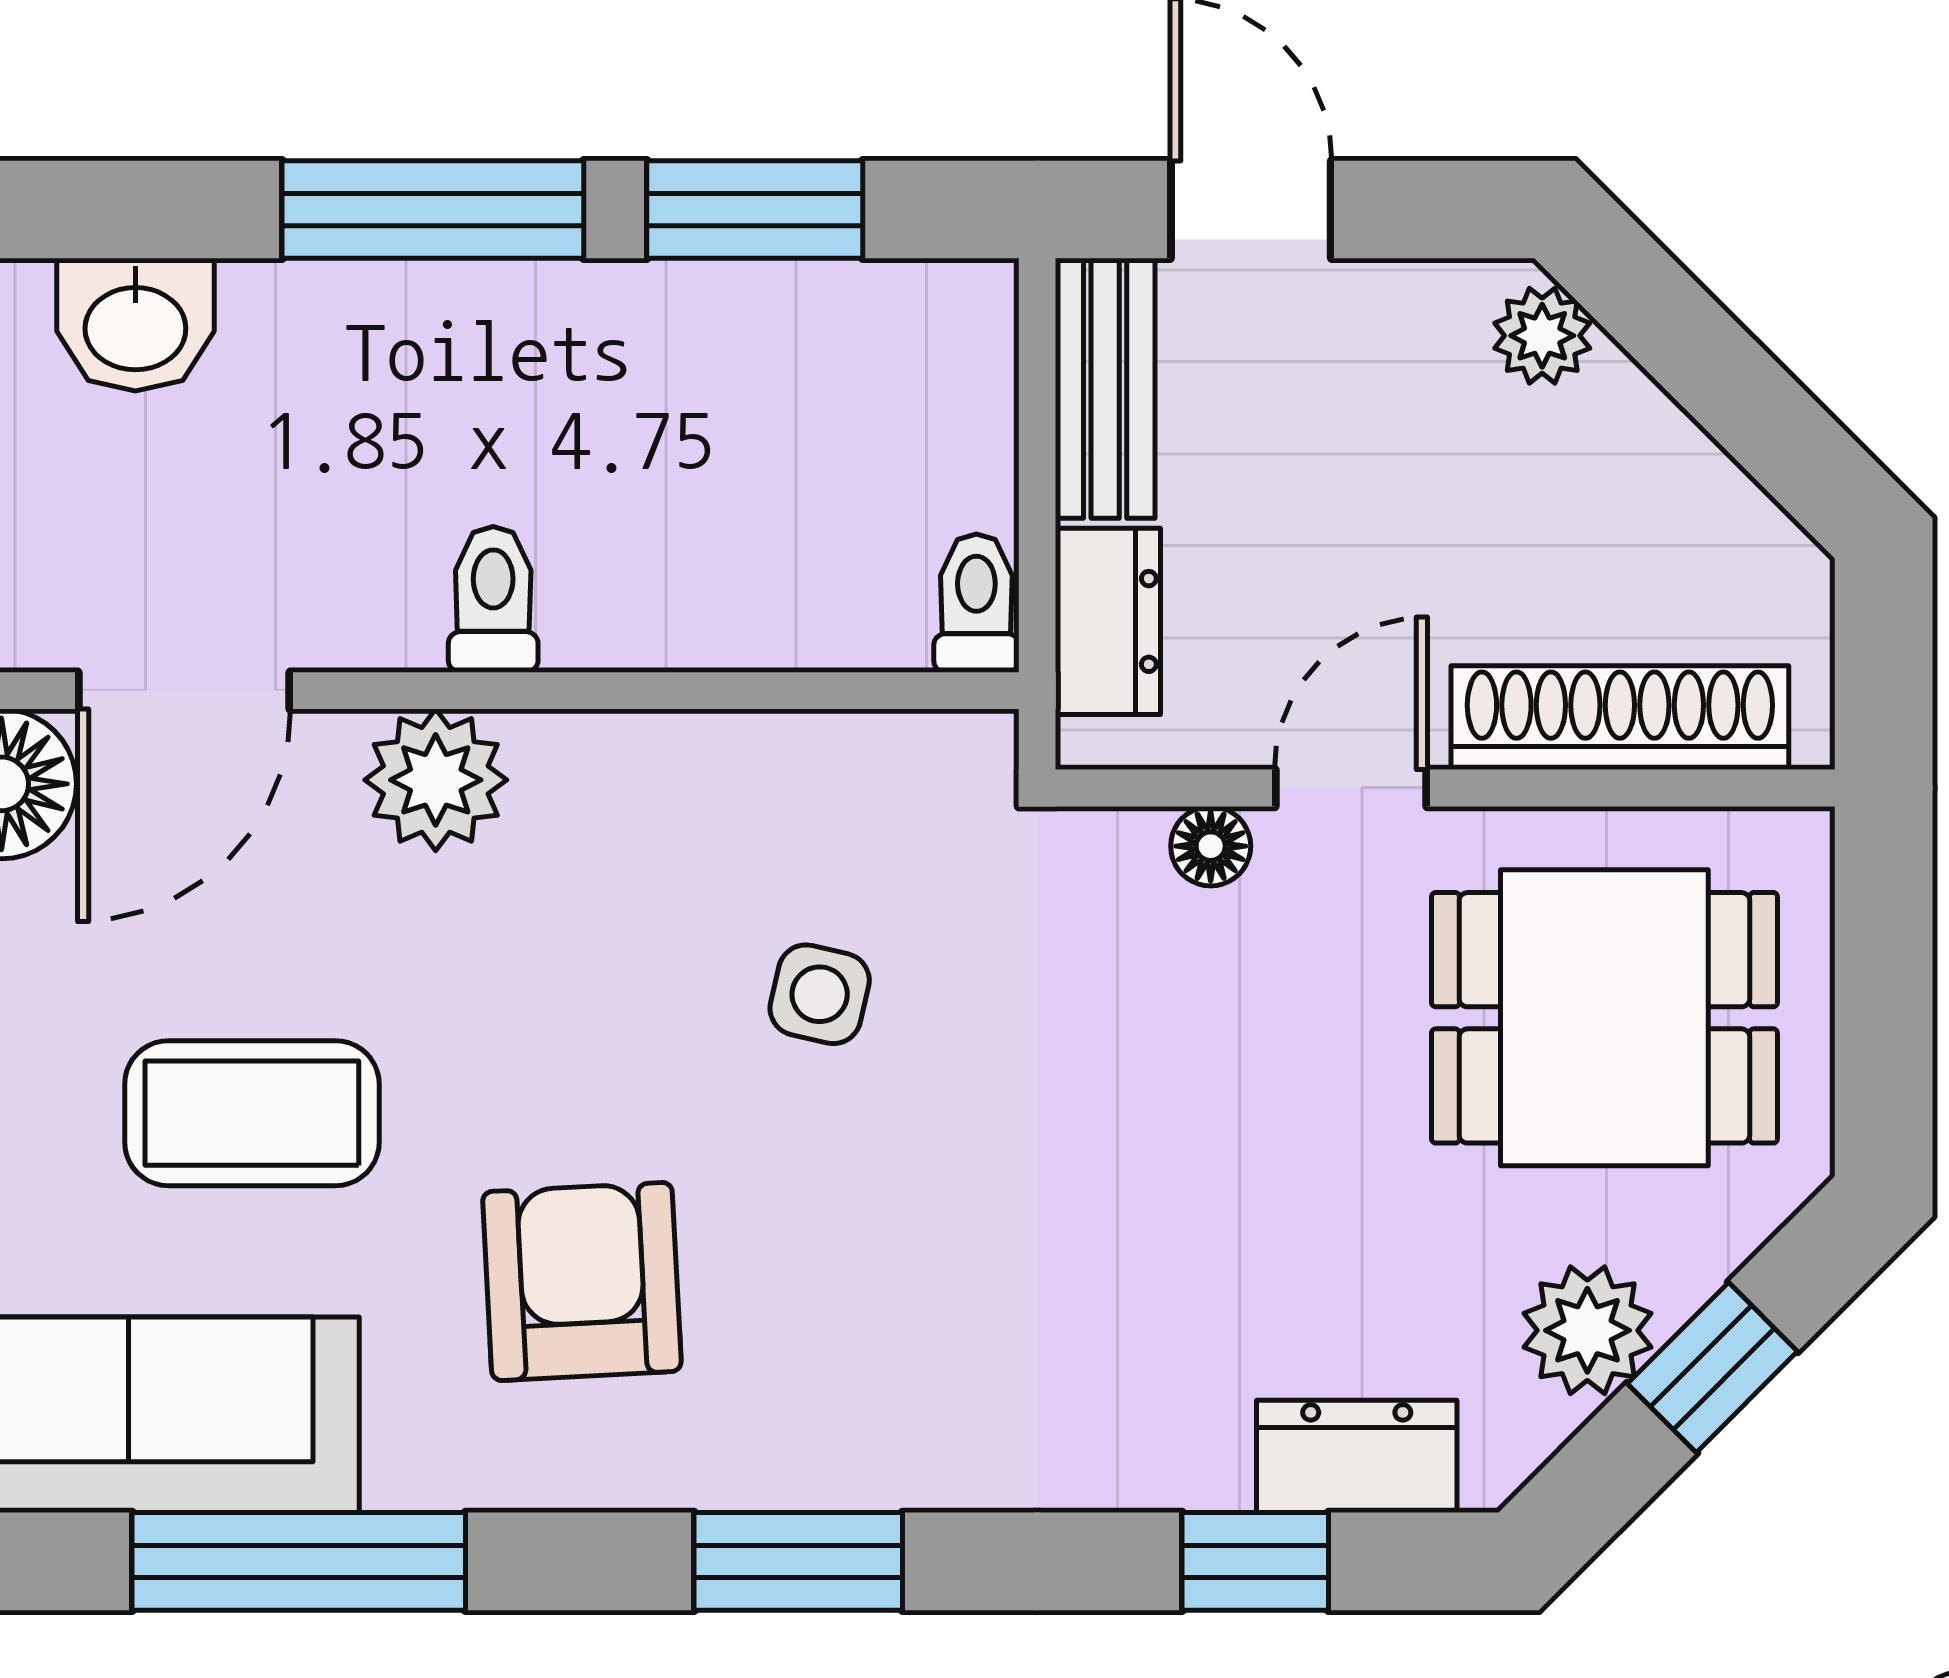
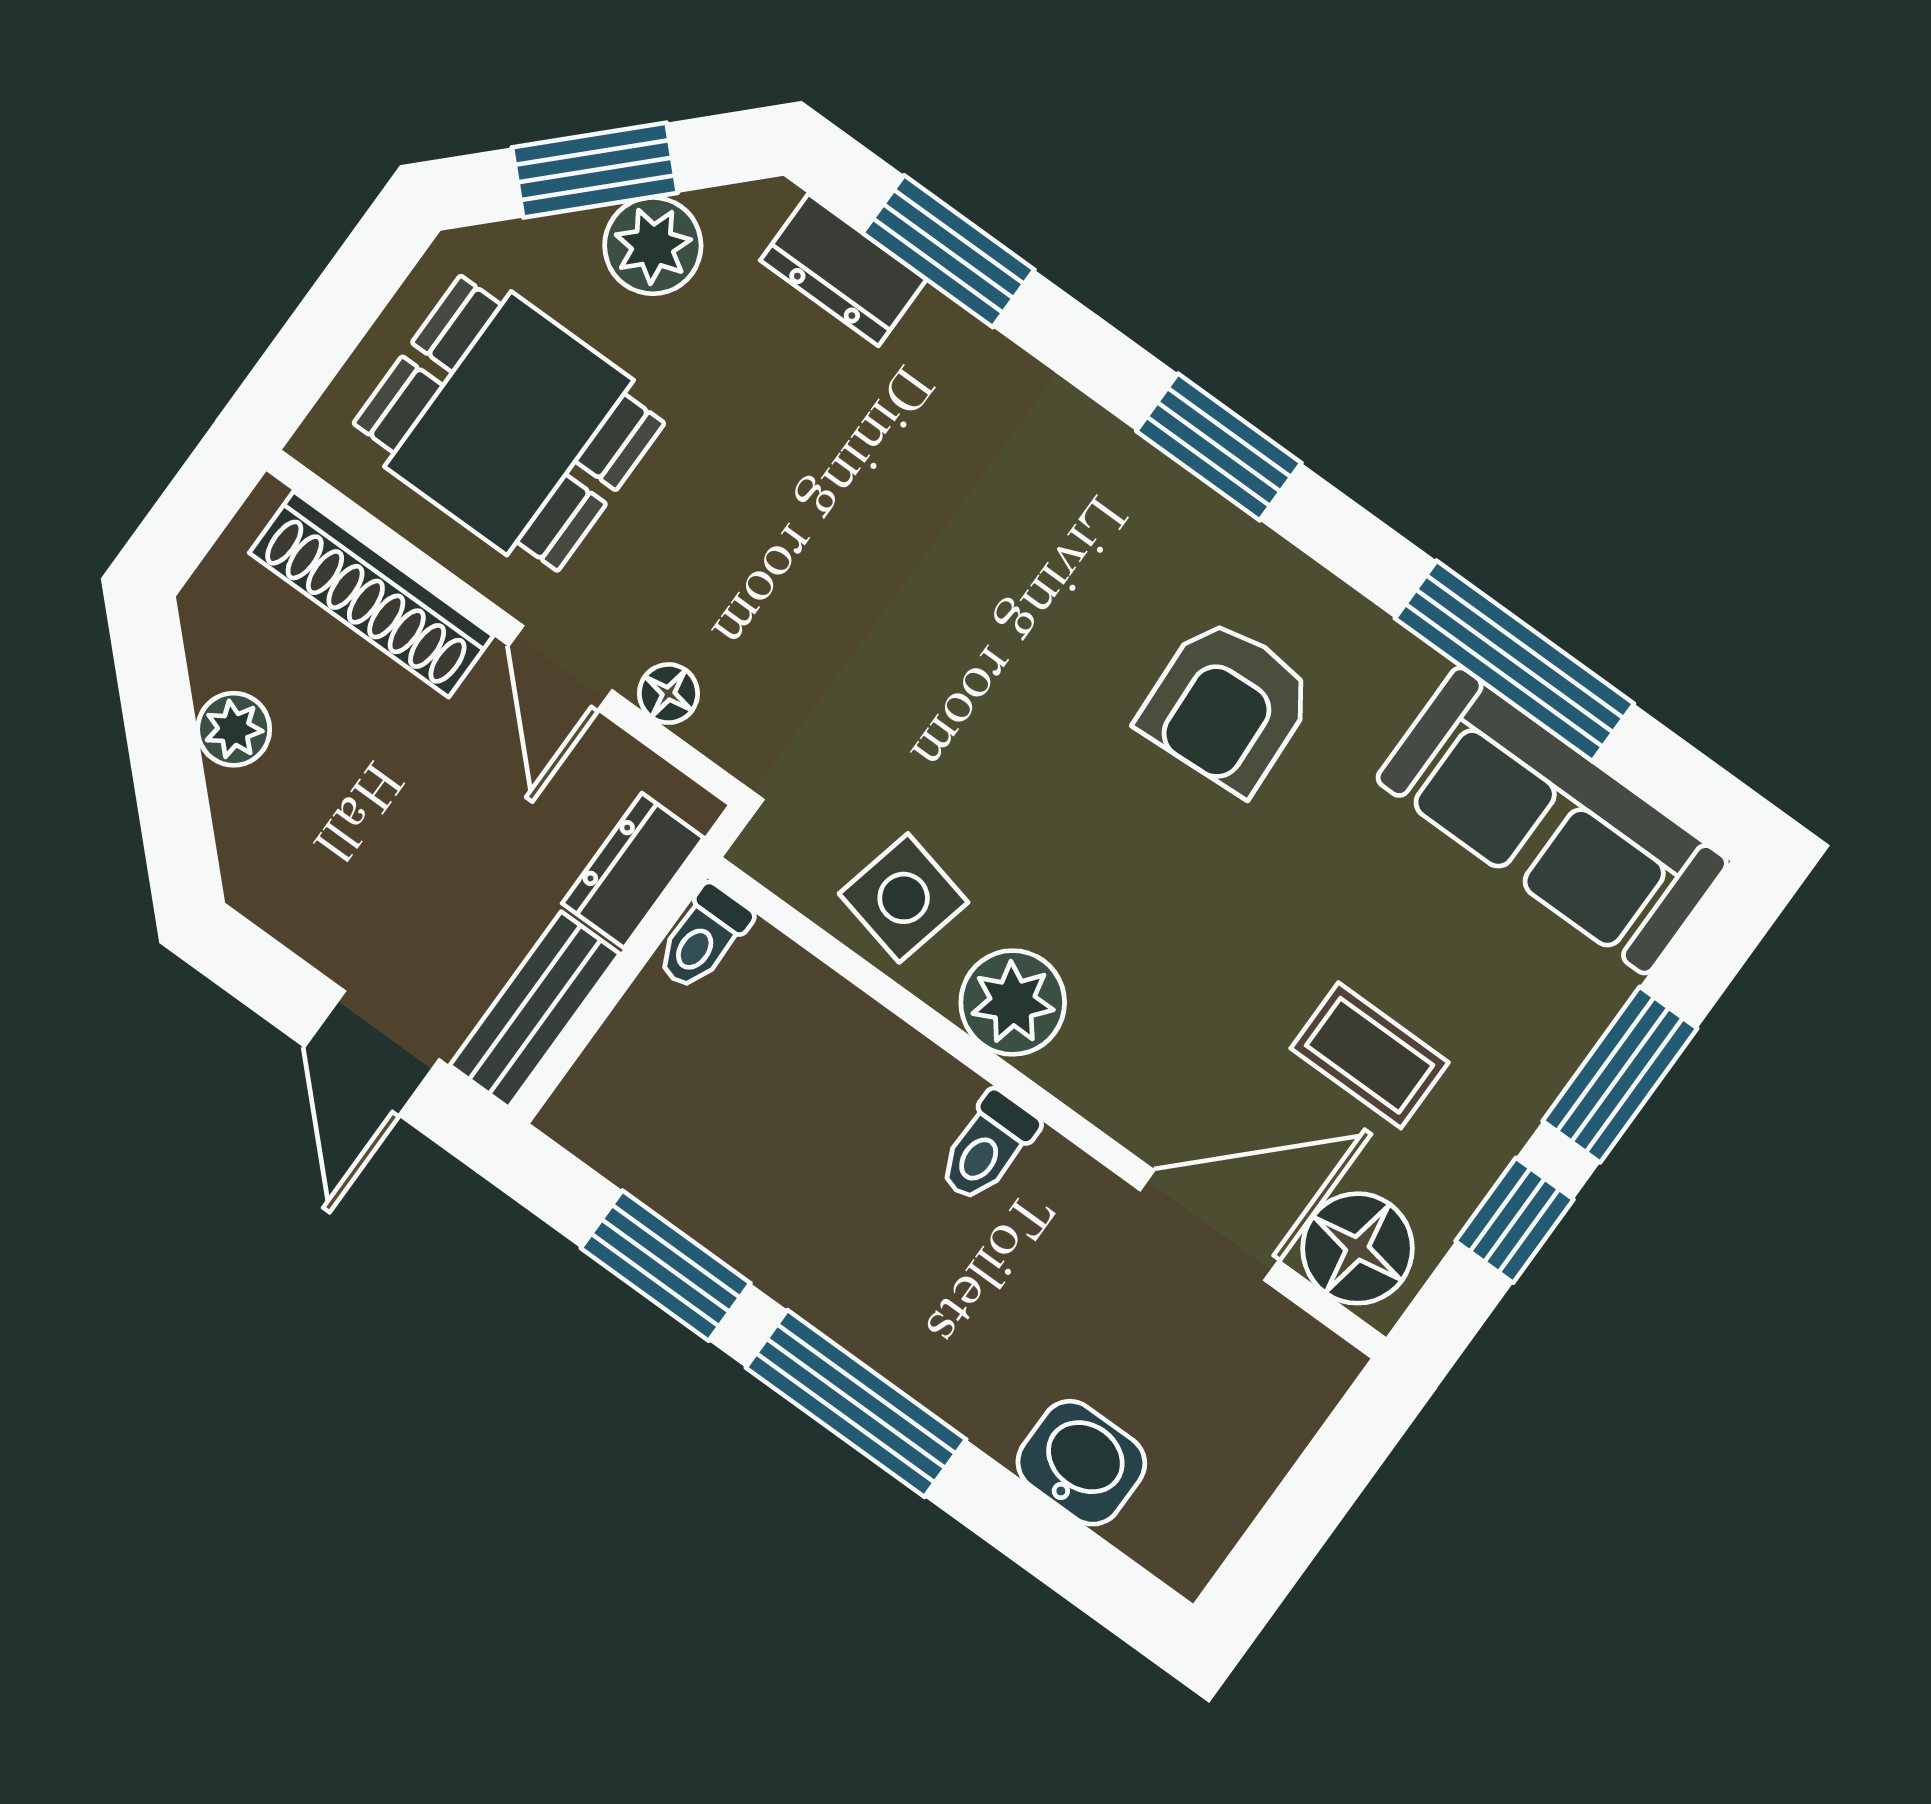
plant: (1542, 336) -> (234, 729), moved
plant: (436, 780) -> (1013, 1002), moved
door: (1351, 788) -> (560, 668), hinge flipped
side table: (820, 994) -> (904, 898), moved, width x1.37, depth x1.37
coffee table: (252, 1113) -> (1370, 1055), moved, width x0.73, depth x0.77
window: (1712, 1367) -> (595, 170), width x1.50
window: (1255, 1561) -> (948, 251), width x1.50

